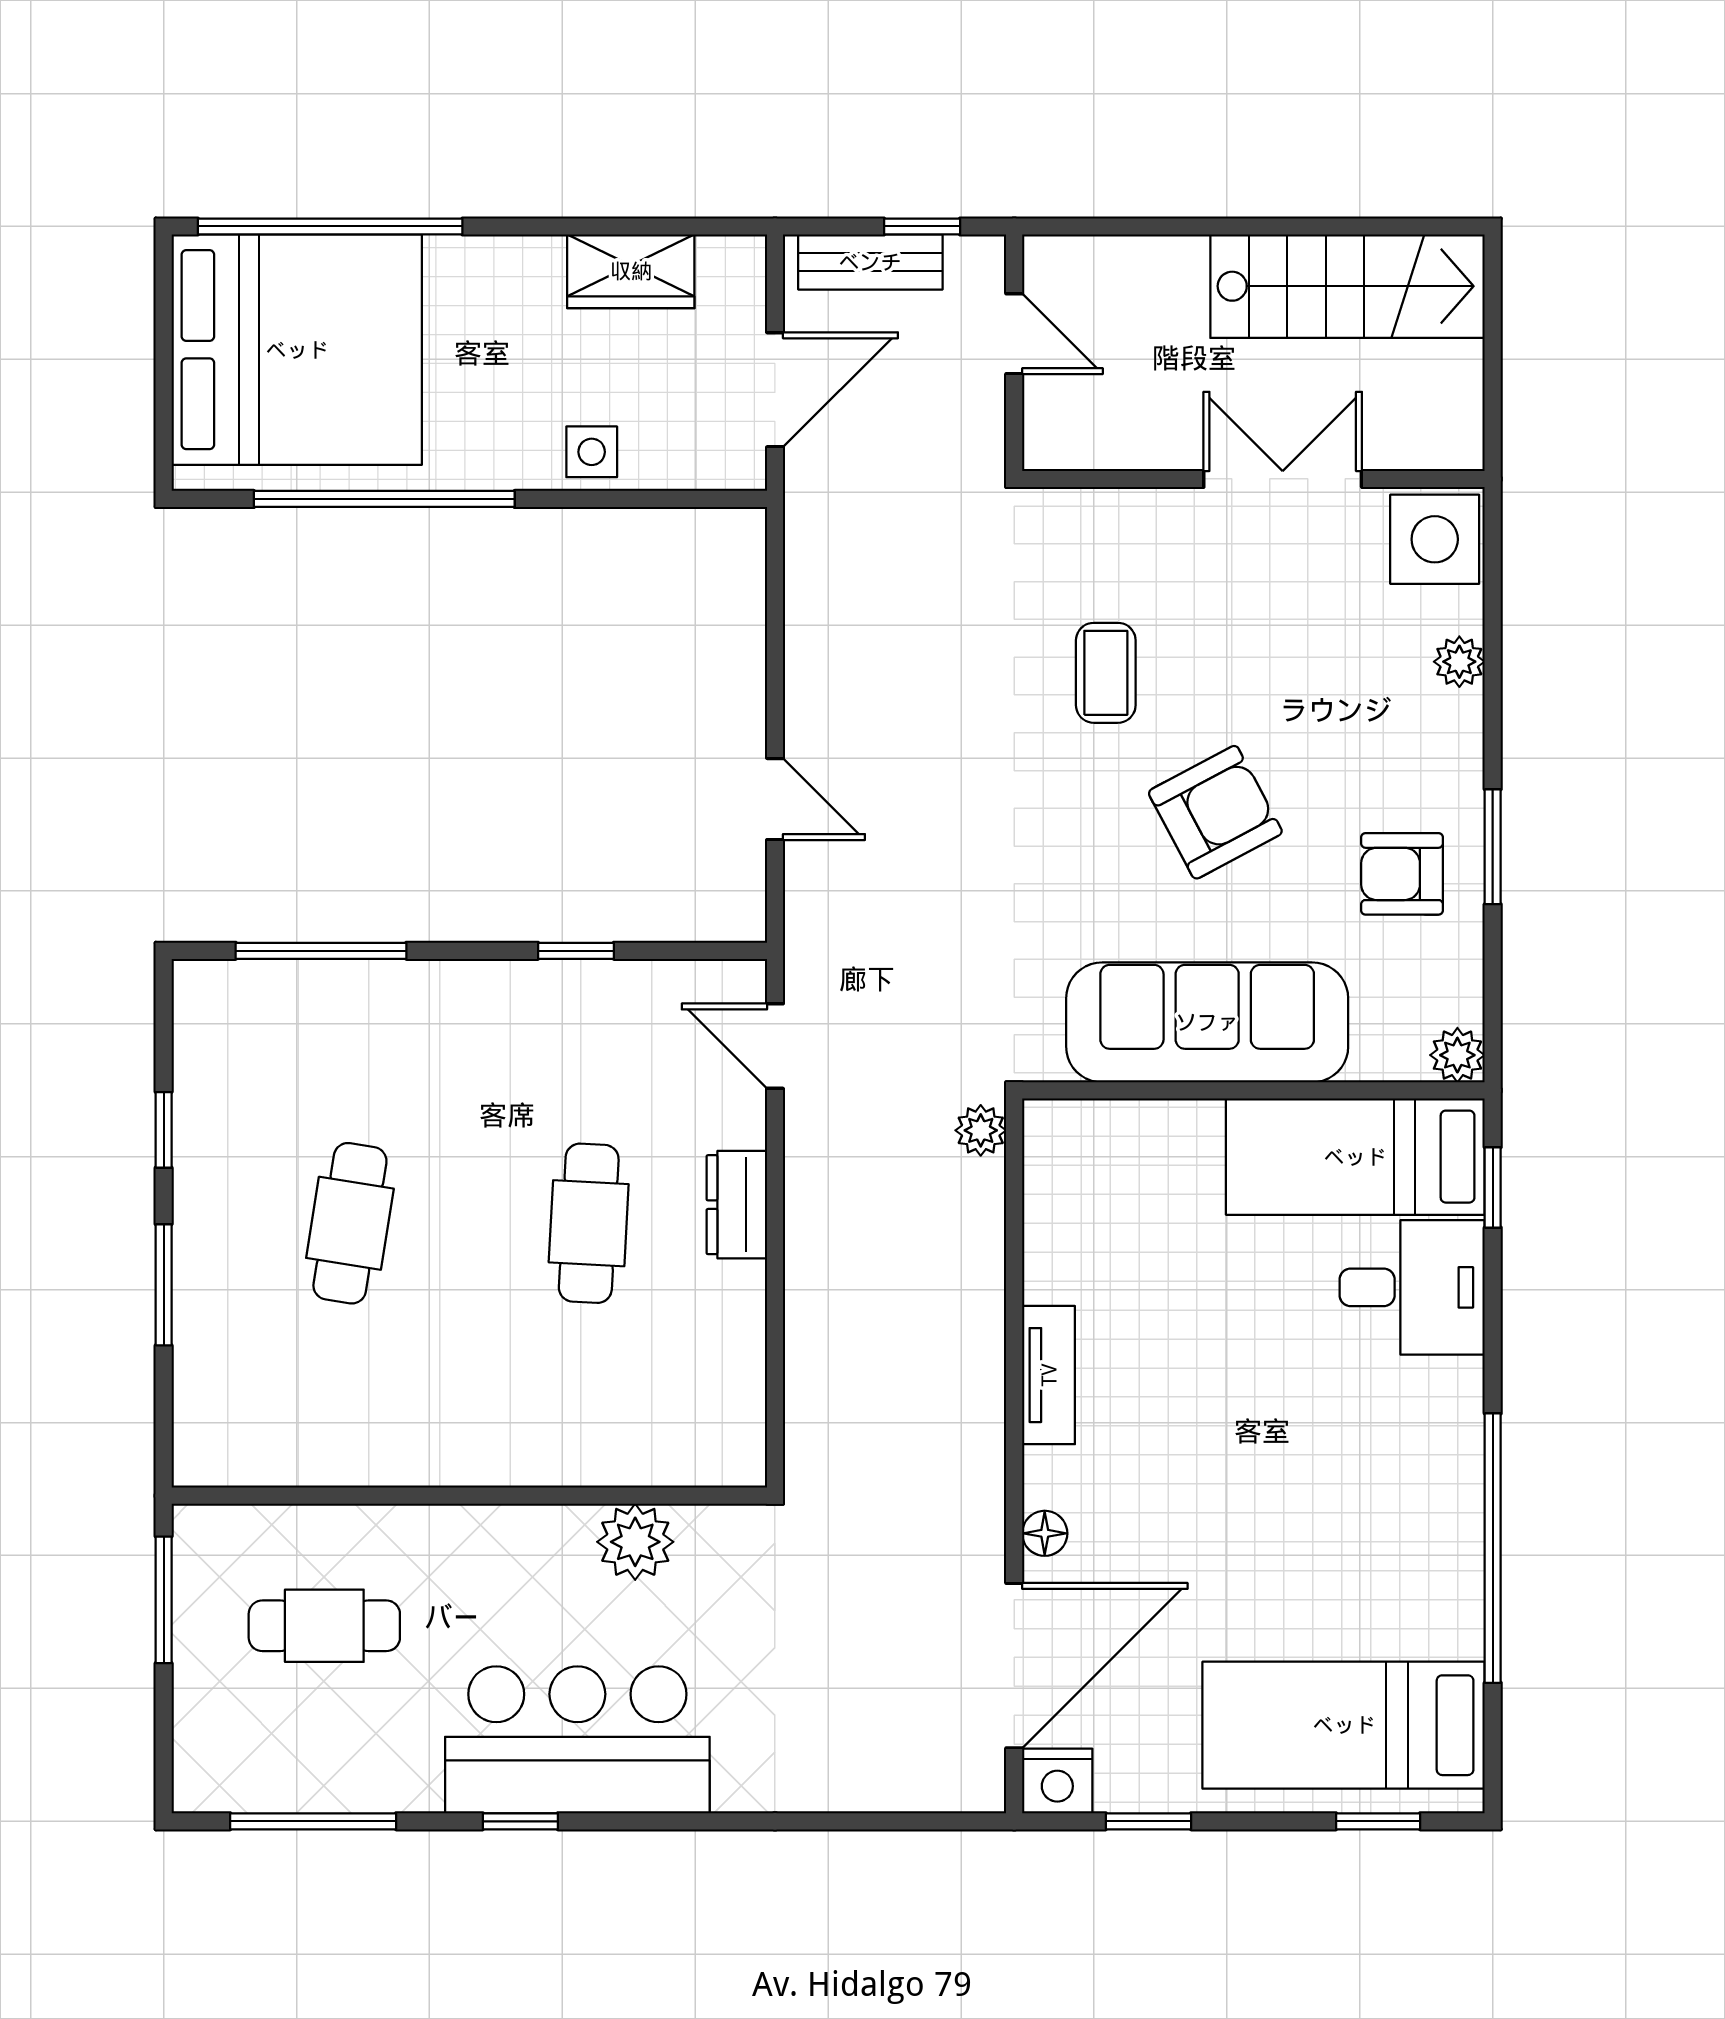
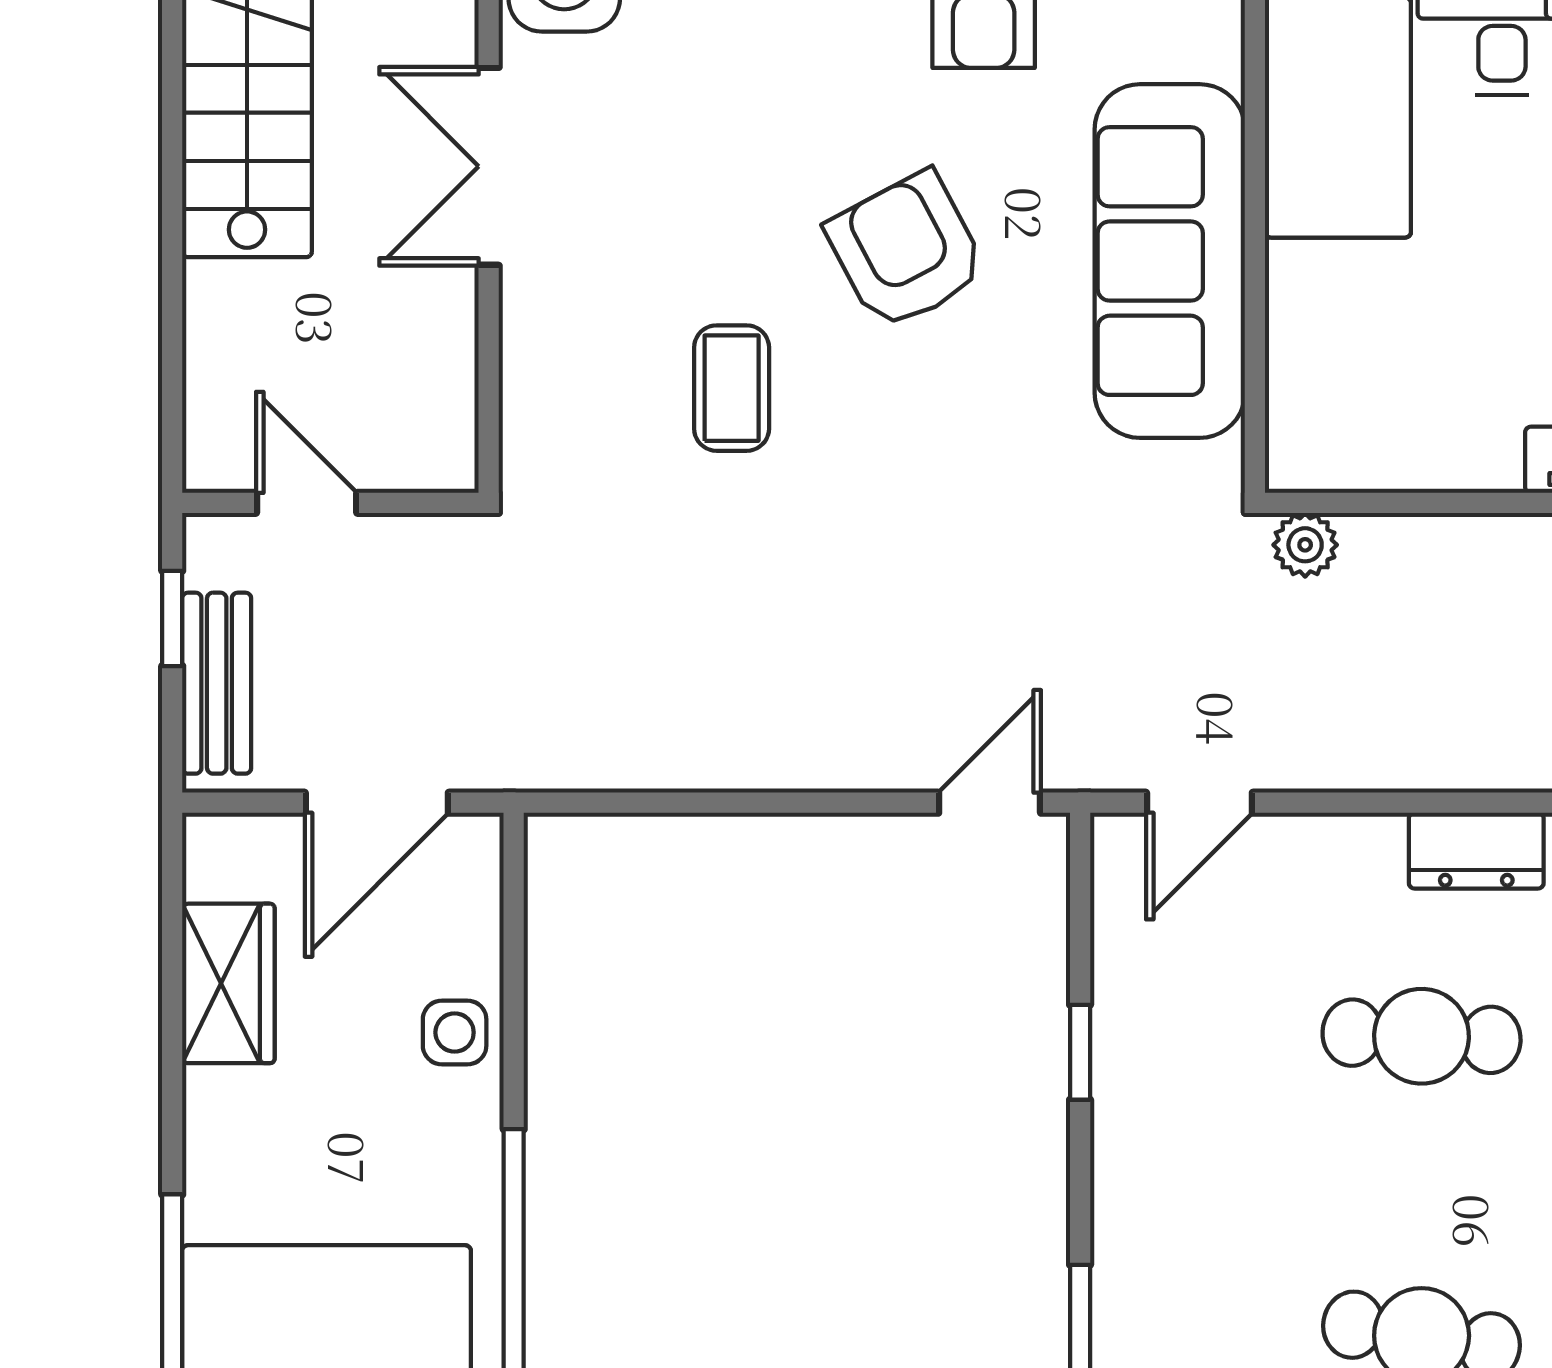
door: (1014, 334) -> (307, 503), hinge flipped
door: (775, 390) -> (377, 803), swing flipped
coffee table: (1106, 673) -> (732, 388), turned 90
door: (775, 799) -> (990, 803), moved
dresser: (737, 1205) -> (1476, 851), moved

